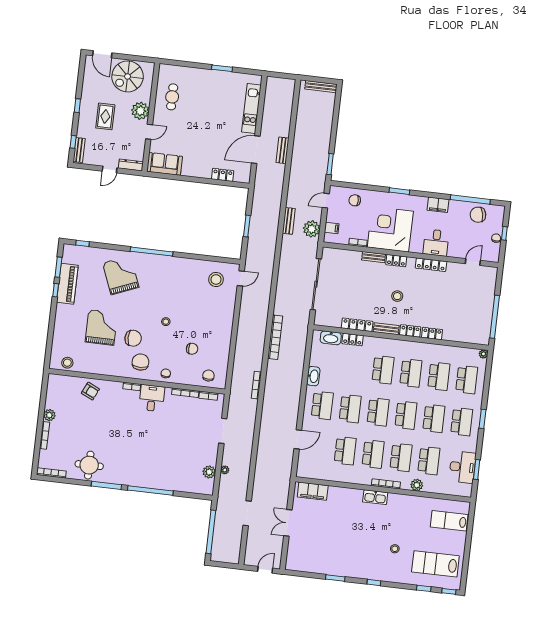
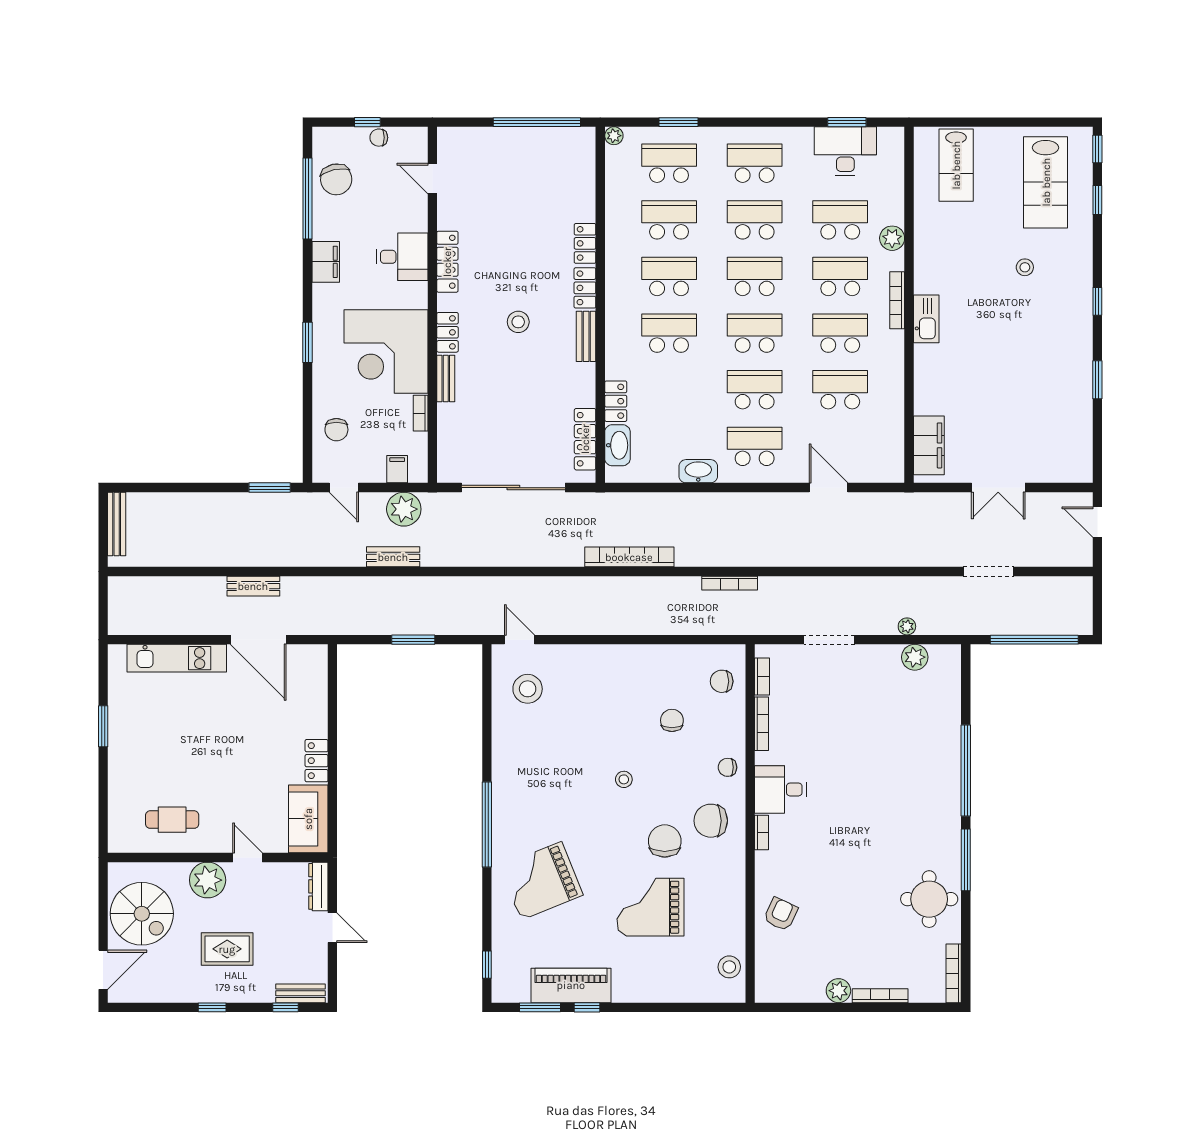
locker: (223, 175) -> (317, 761), moved
locker: (357, 325) -> (585, 439), moved
window: (483, 419) -> (679, 122), moved

